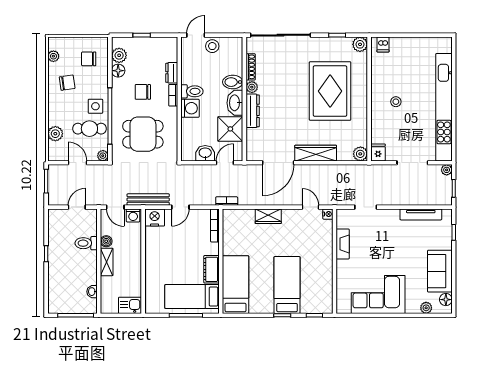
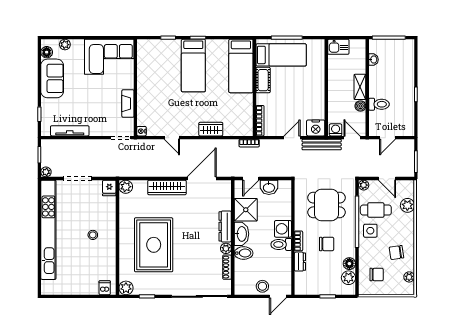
nightstand: (328, 214) -> (142, 131), moved
fireplace: (343, 244) -> (128, 103), moved
wall: (334, 261) -> (135, 88), moved

